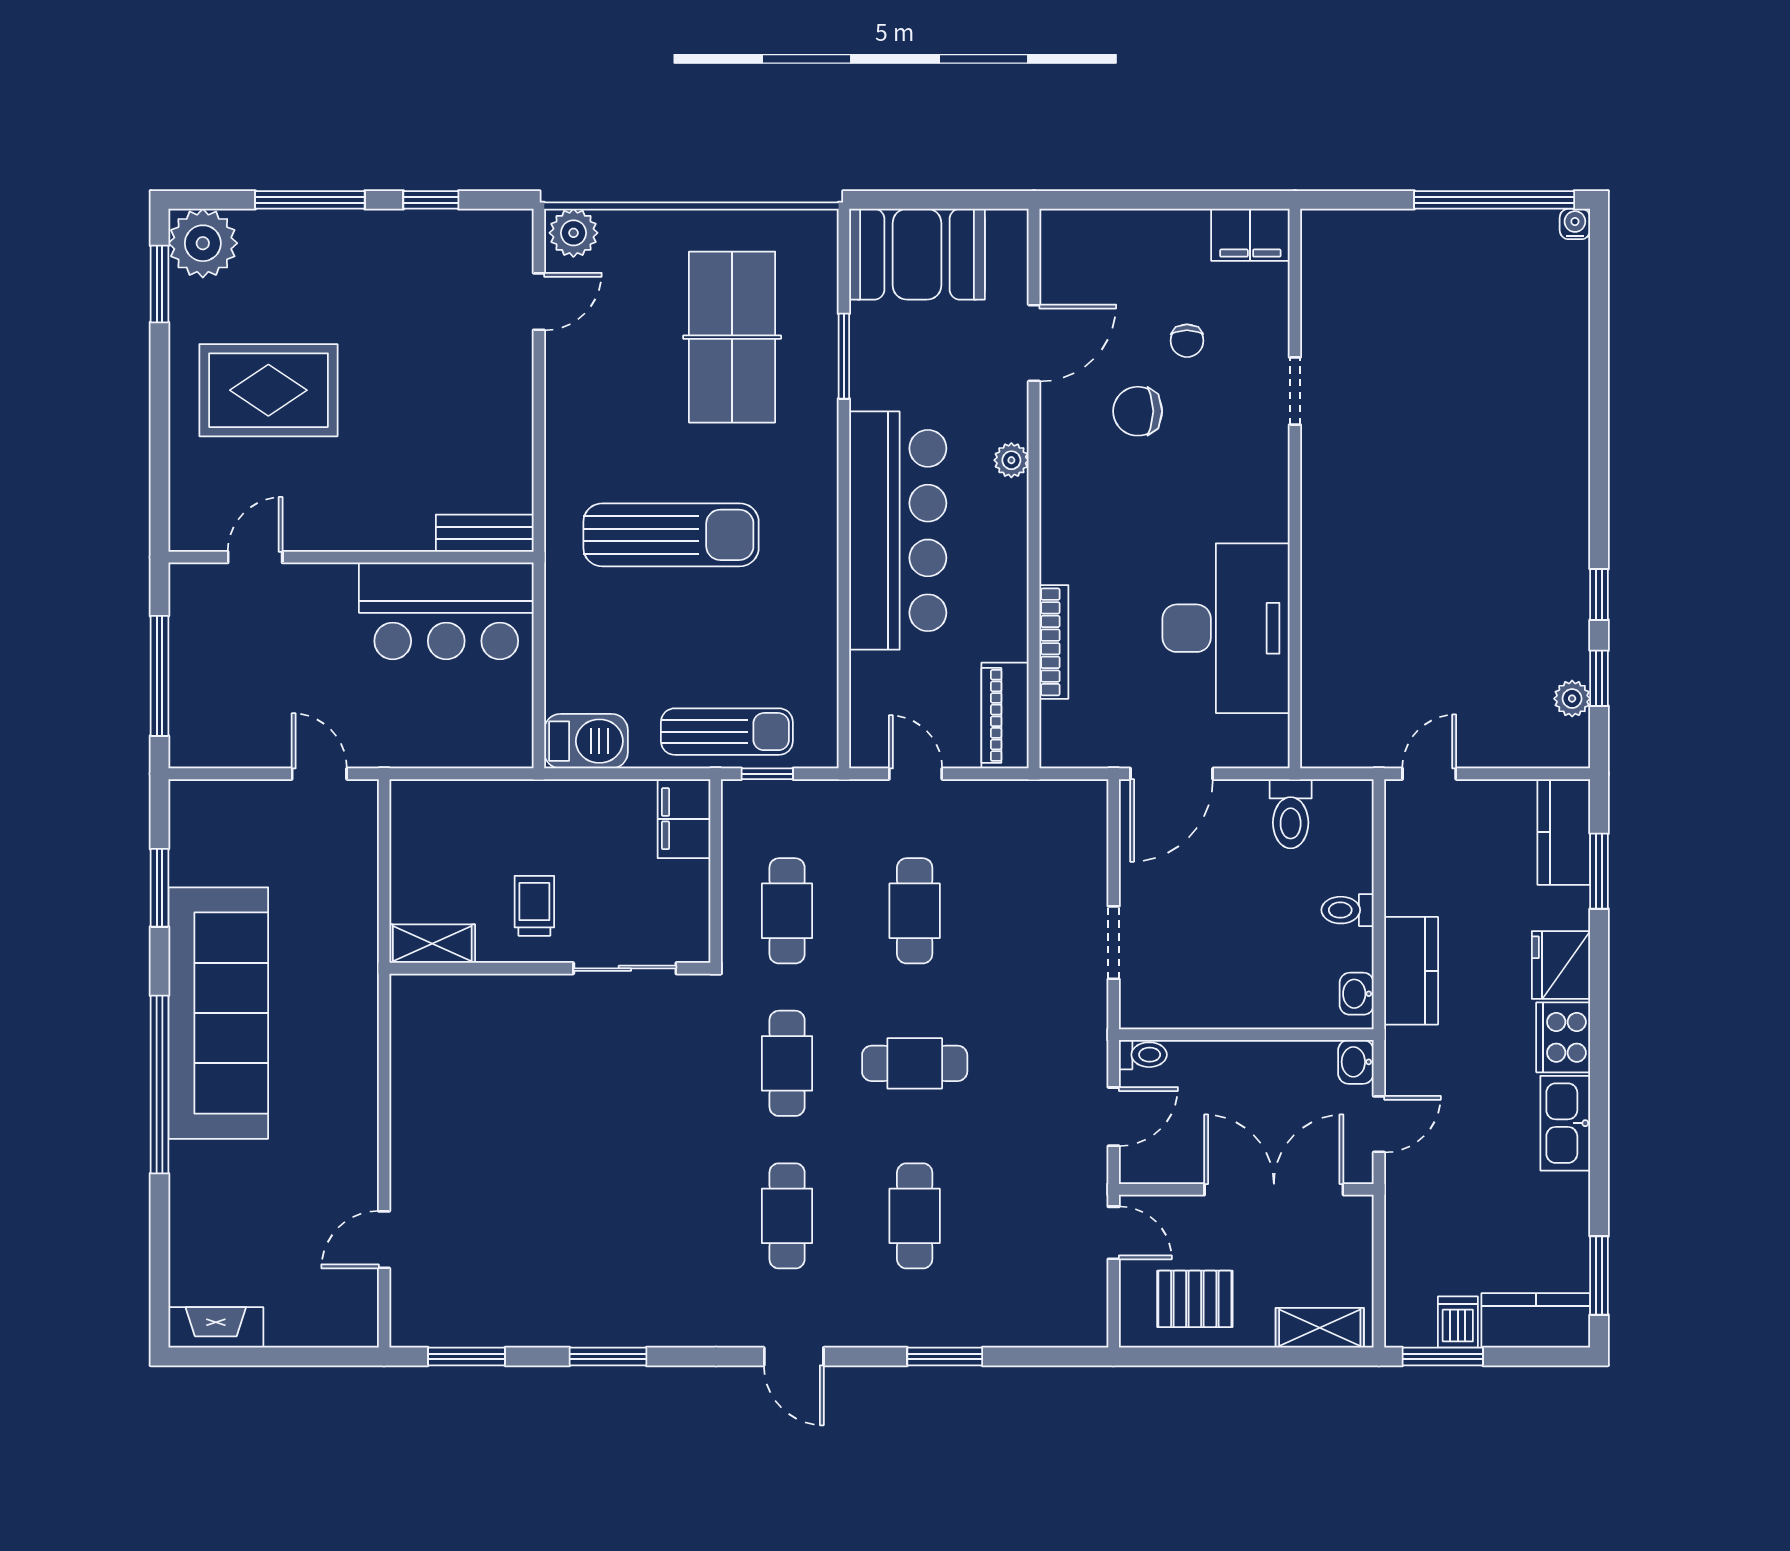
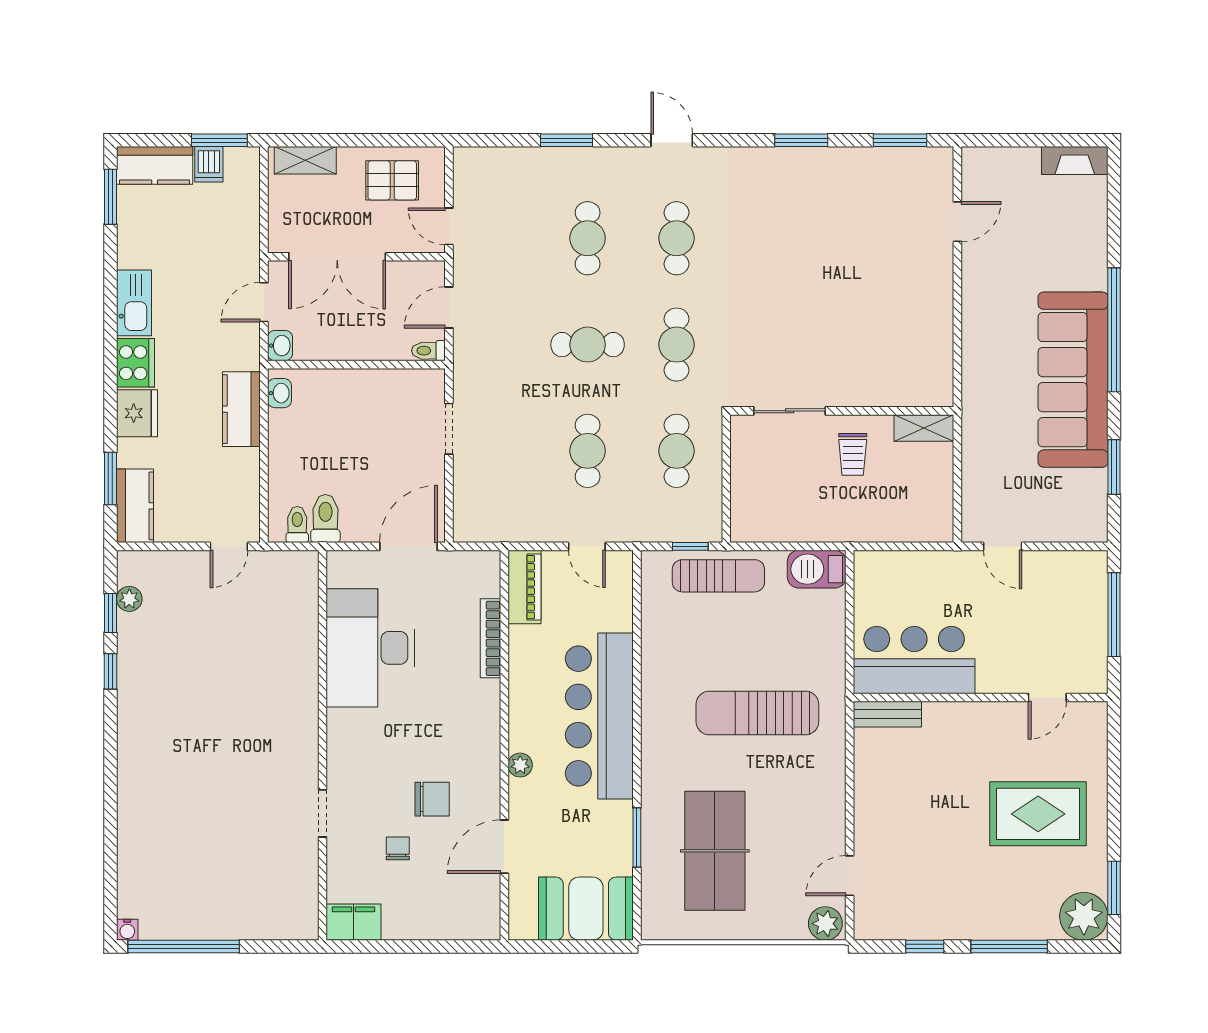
sun lounger: (727, 732) -> (718, 576), turned 180
filing cabinet: (684, 819) -> (748, 515), removed
toilet: (1348, 910) -> (297, 525), moved, turned -90

